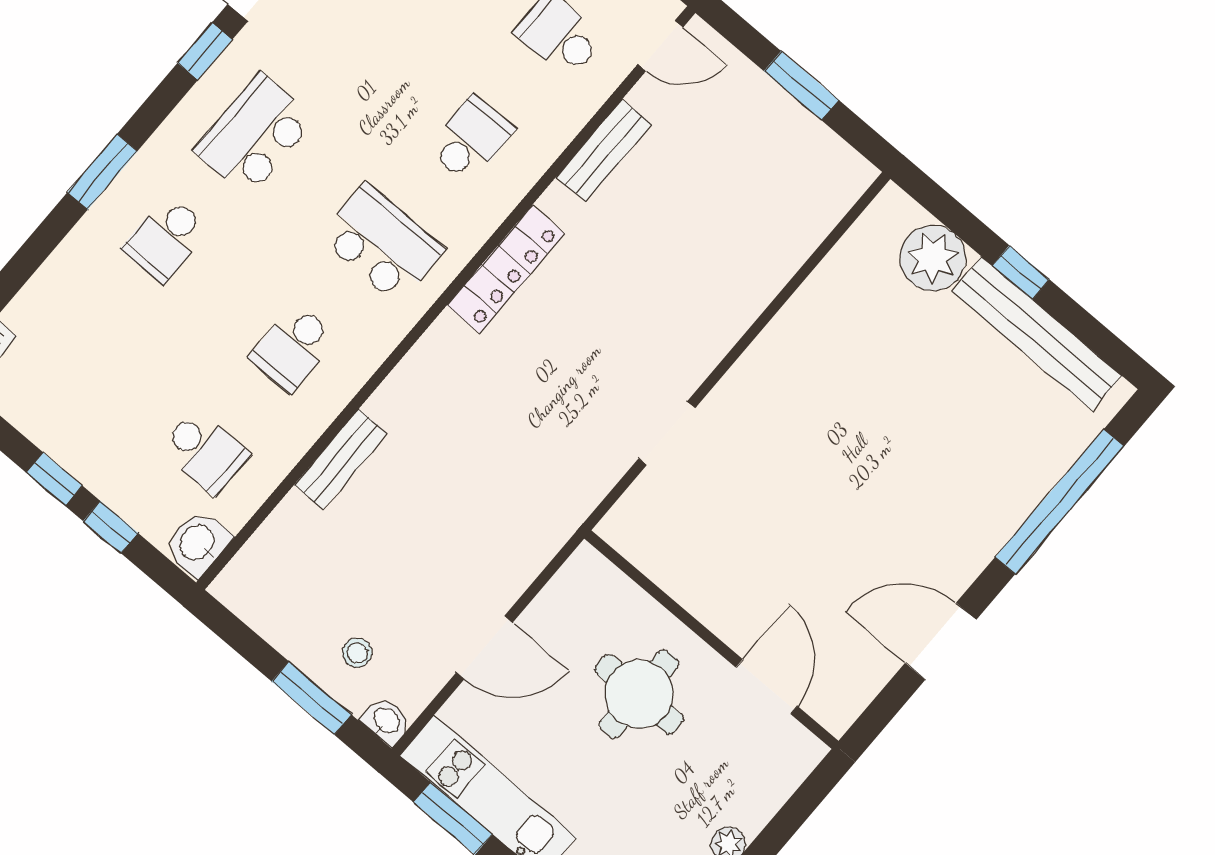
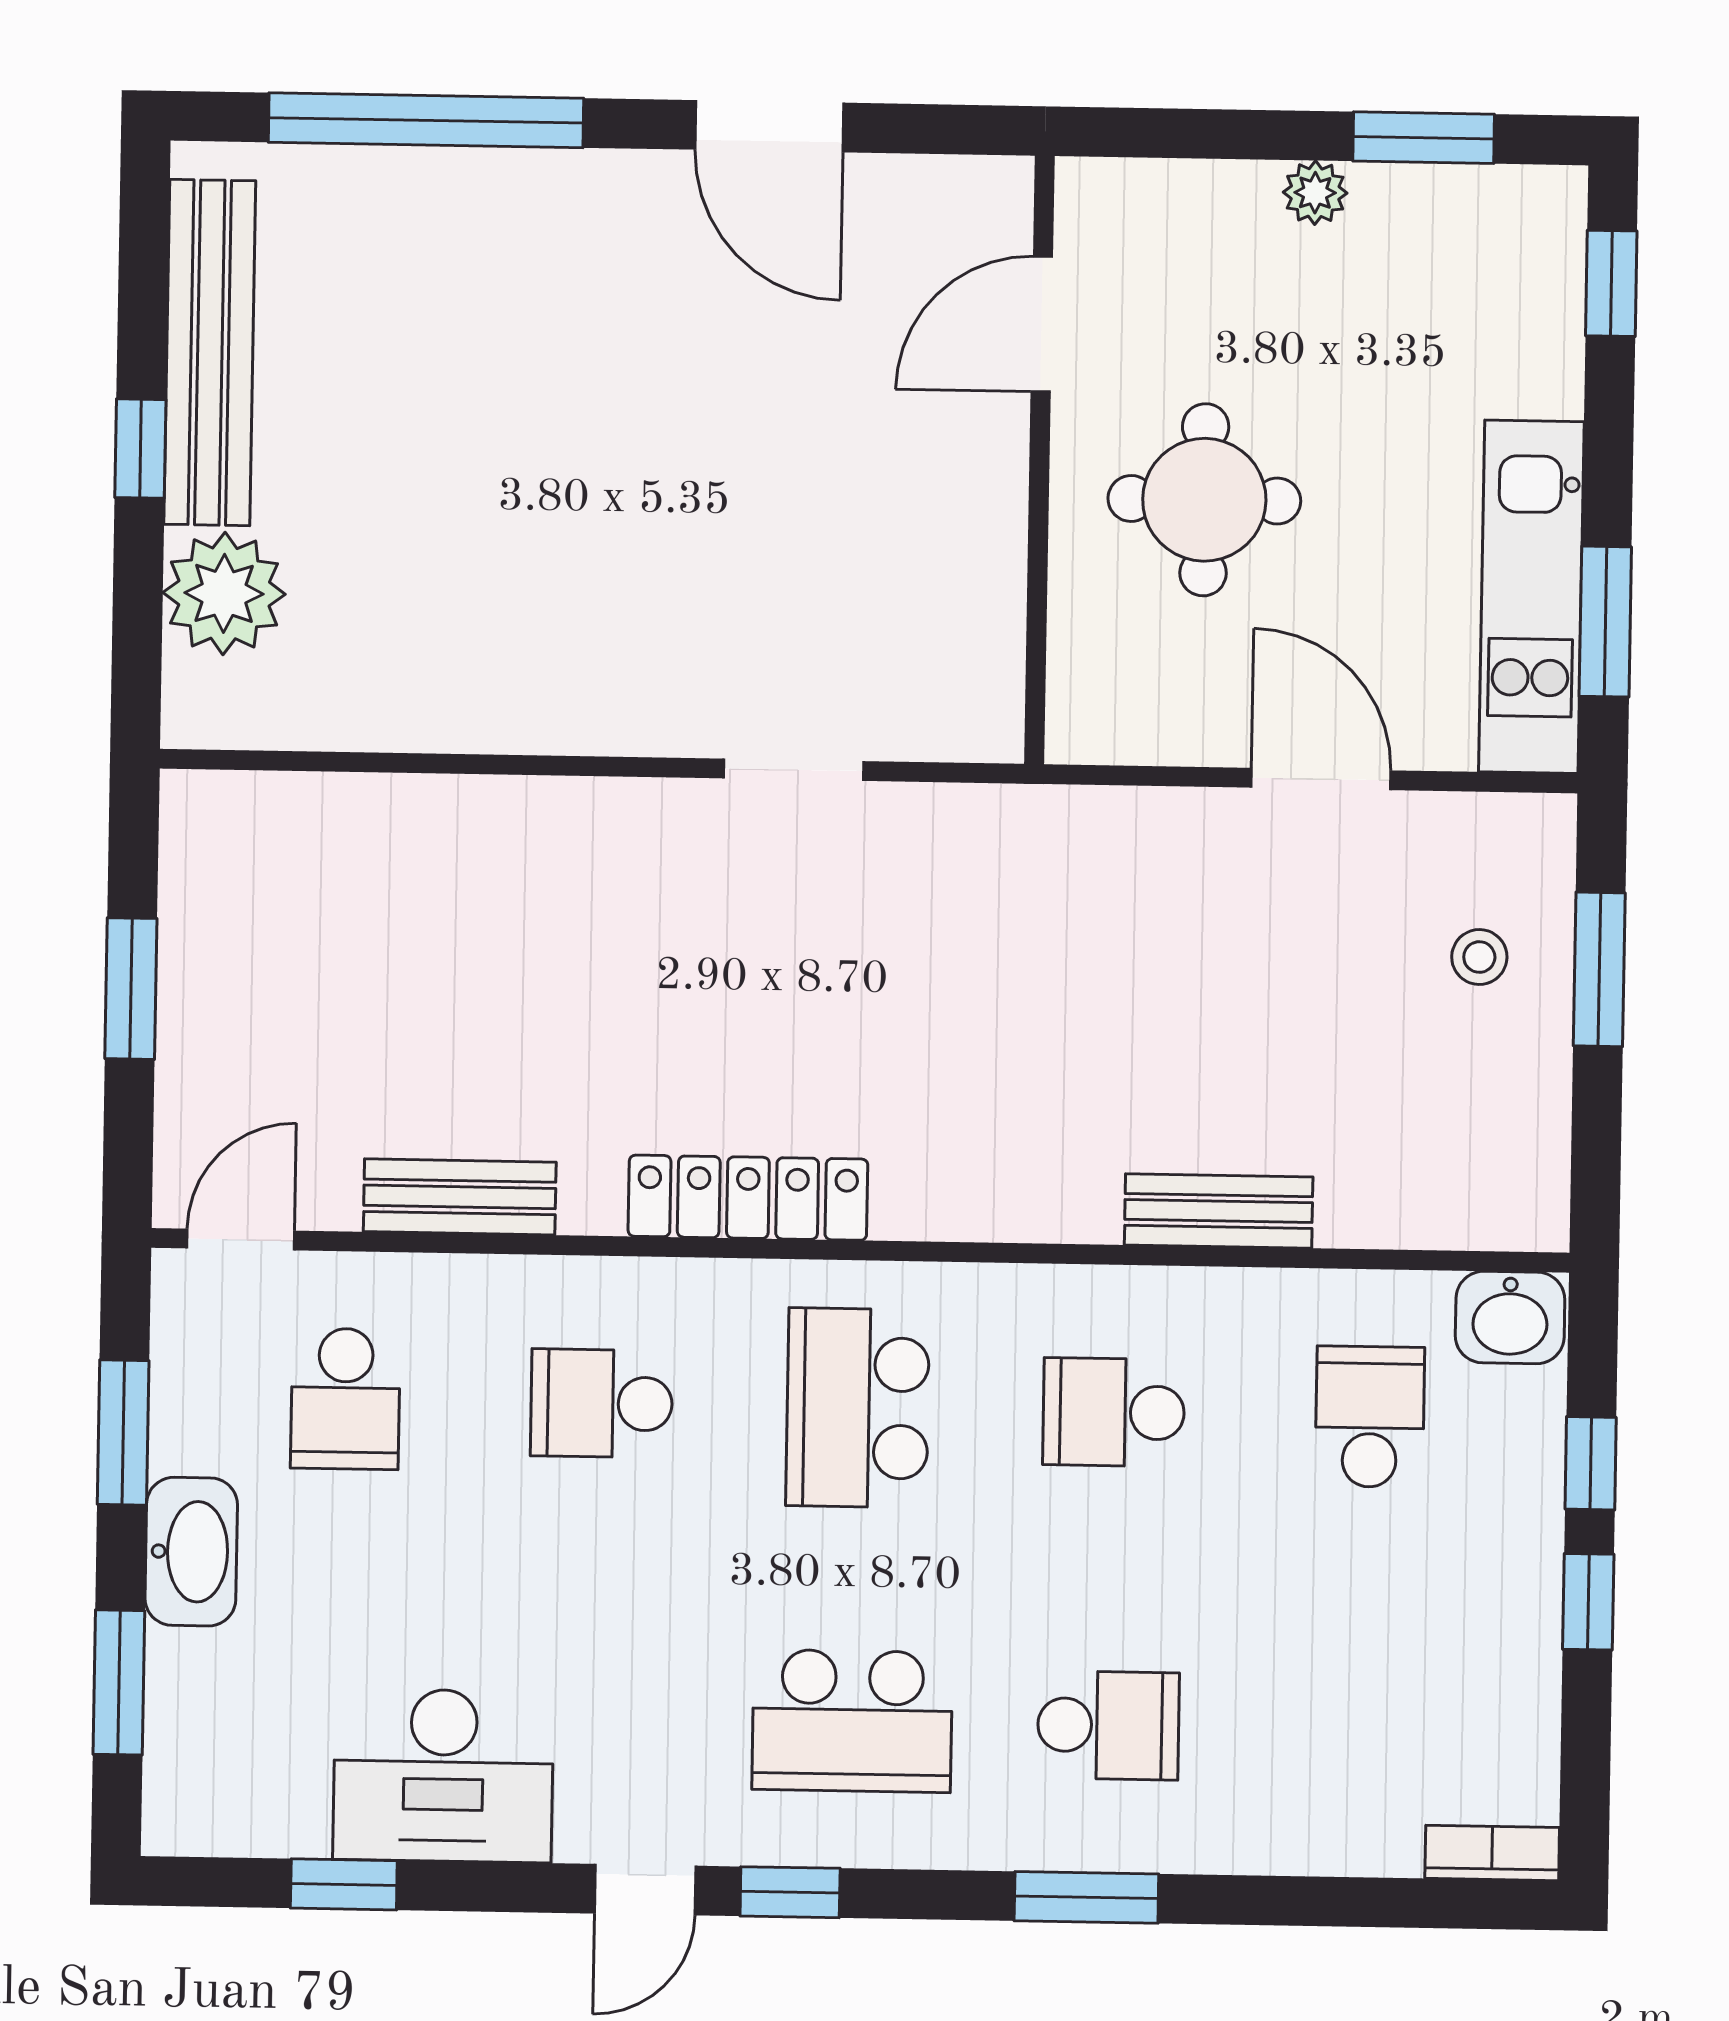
door: (660, 46) -> (241, 1240), hinge flipped
school desk: (293, 347) -> (1114, 1412), turned 180
washbasin: (386, 721) -> (1544, 834), removed

